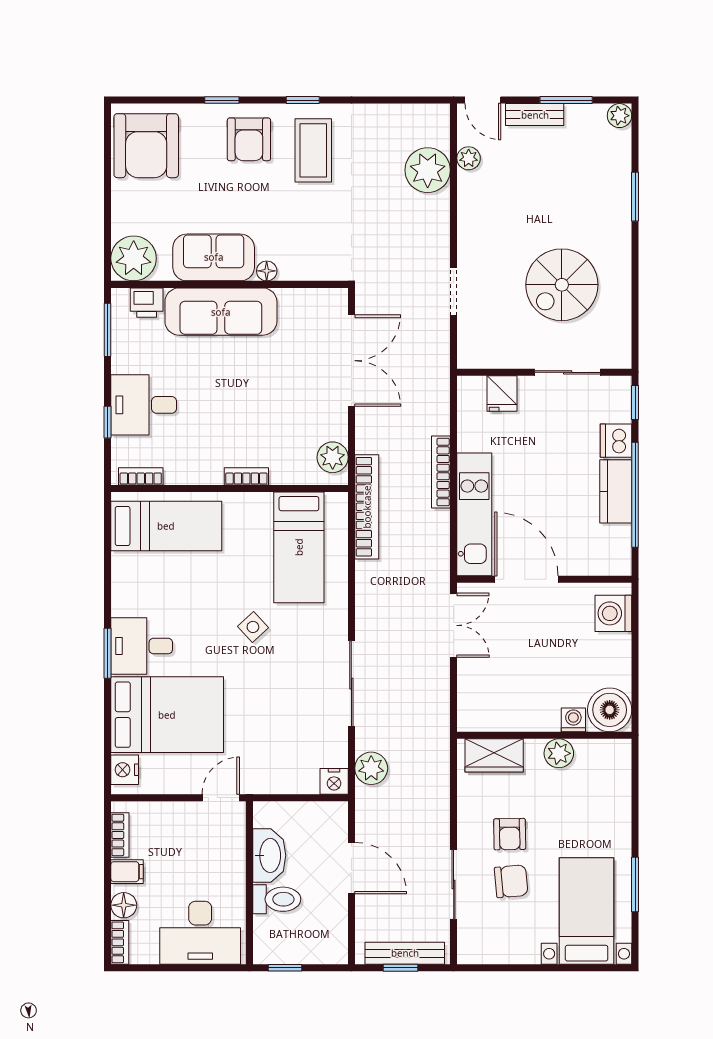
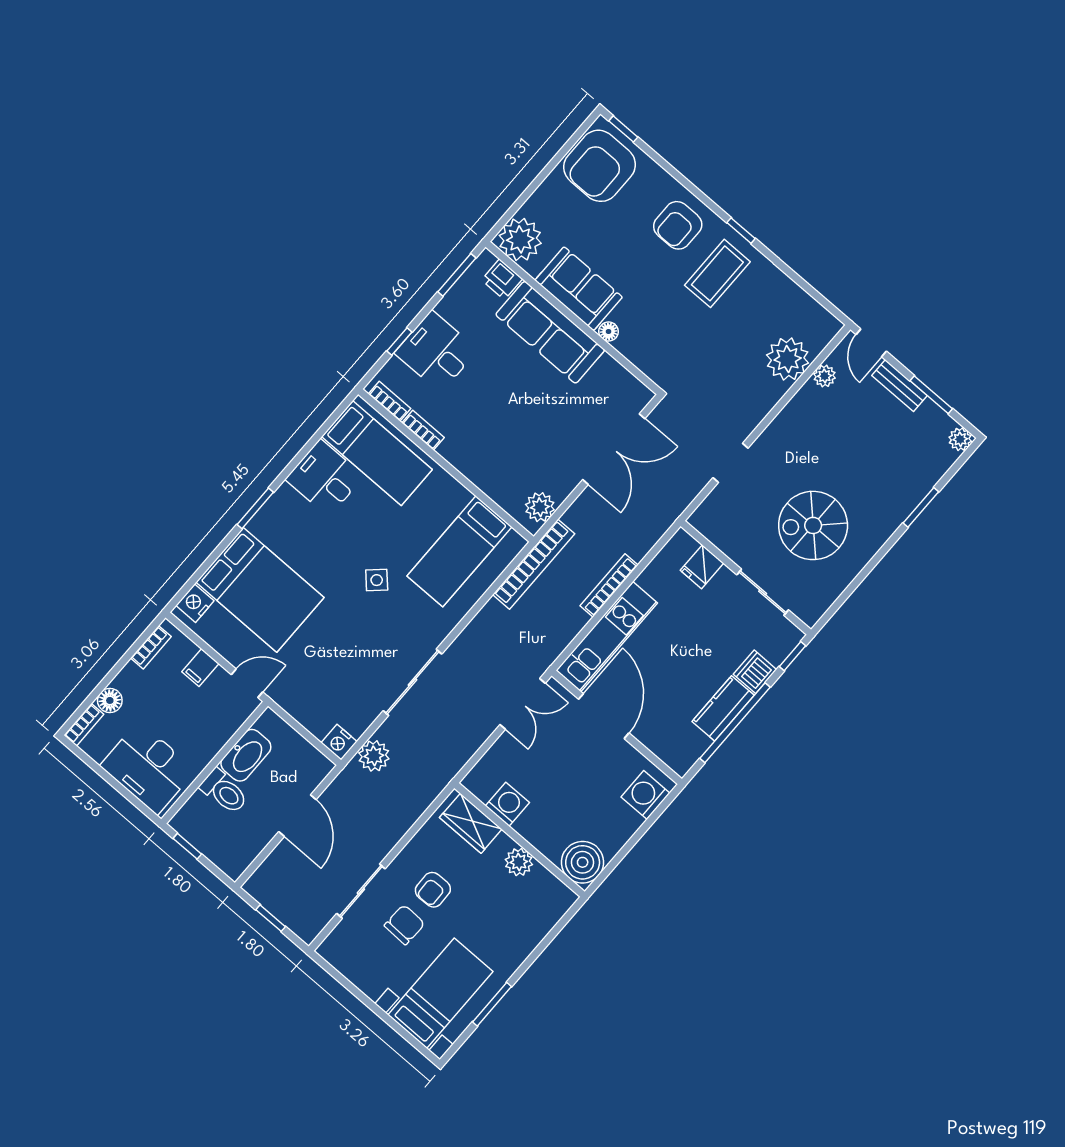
window: (222, 100) -> (623, 129), moved
bookcase: (246, 476) -> (423, 430), moved
desk: (142, 646) -> (325, 478), moved
washing machine: (573, 720) -> (507, 804), moved, width x1.38, depth x1.38
filing cabinet: (127, 872) -> (200, 668), moved, turned 90
chair: (511, 881) -> (405, 925), turned -83
bench: (405, 953) -> (283, 910), removed

